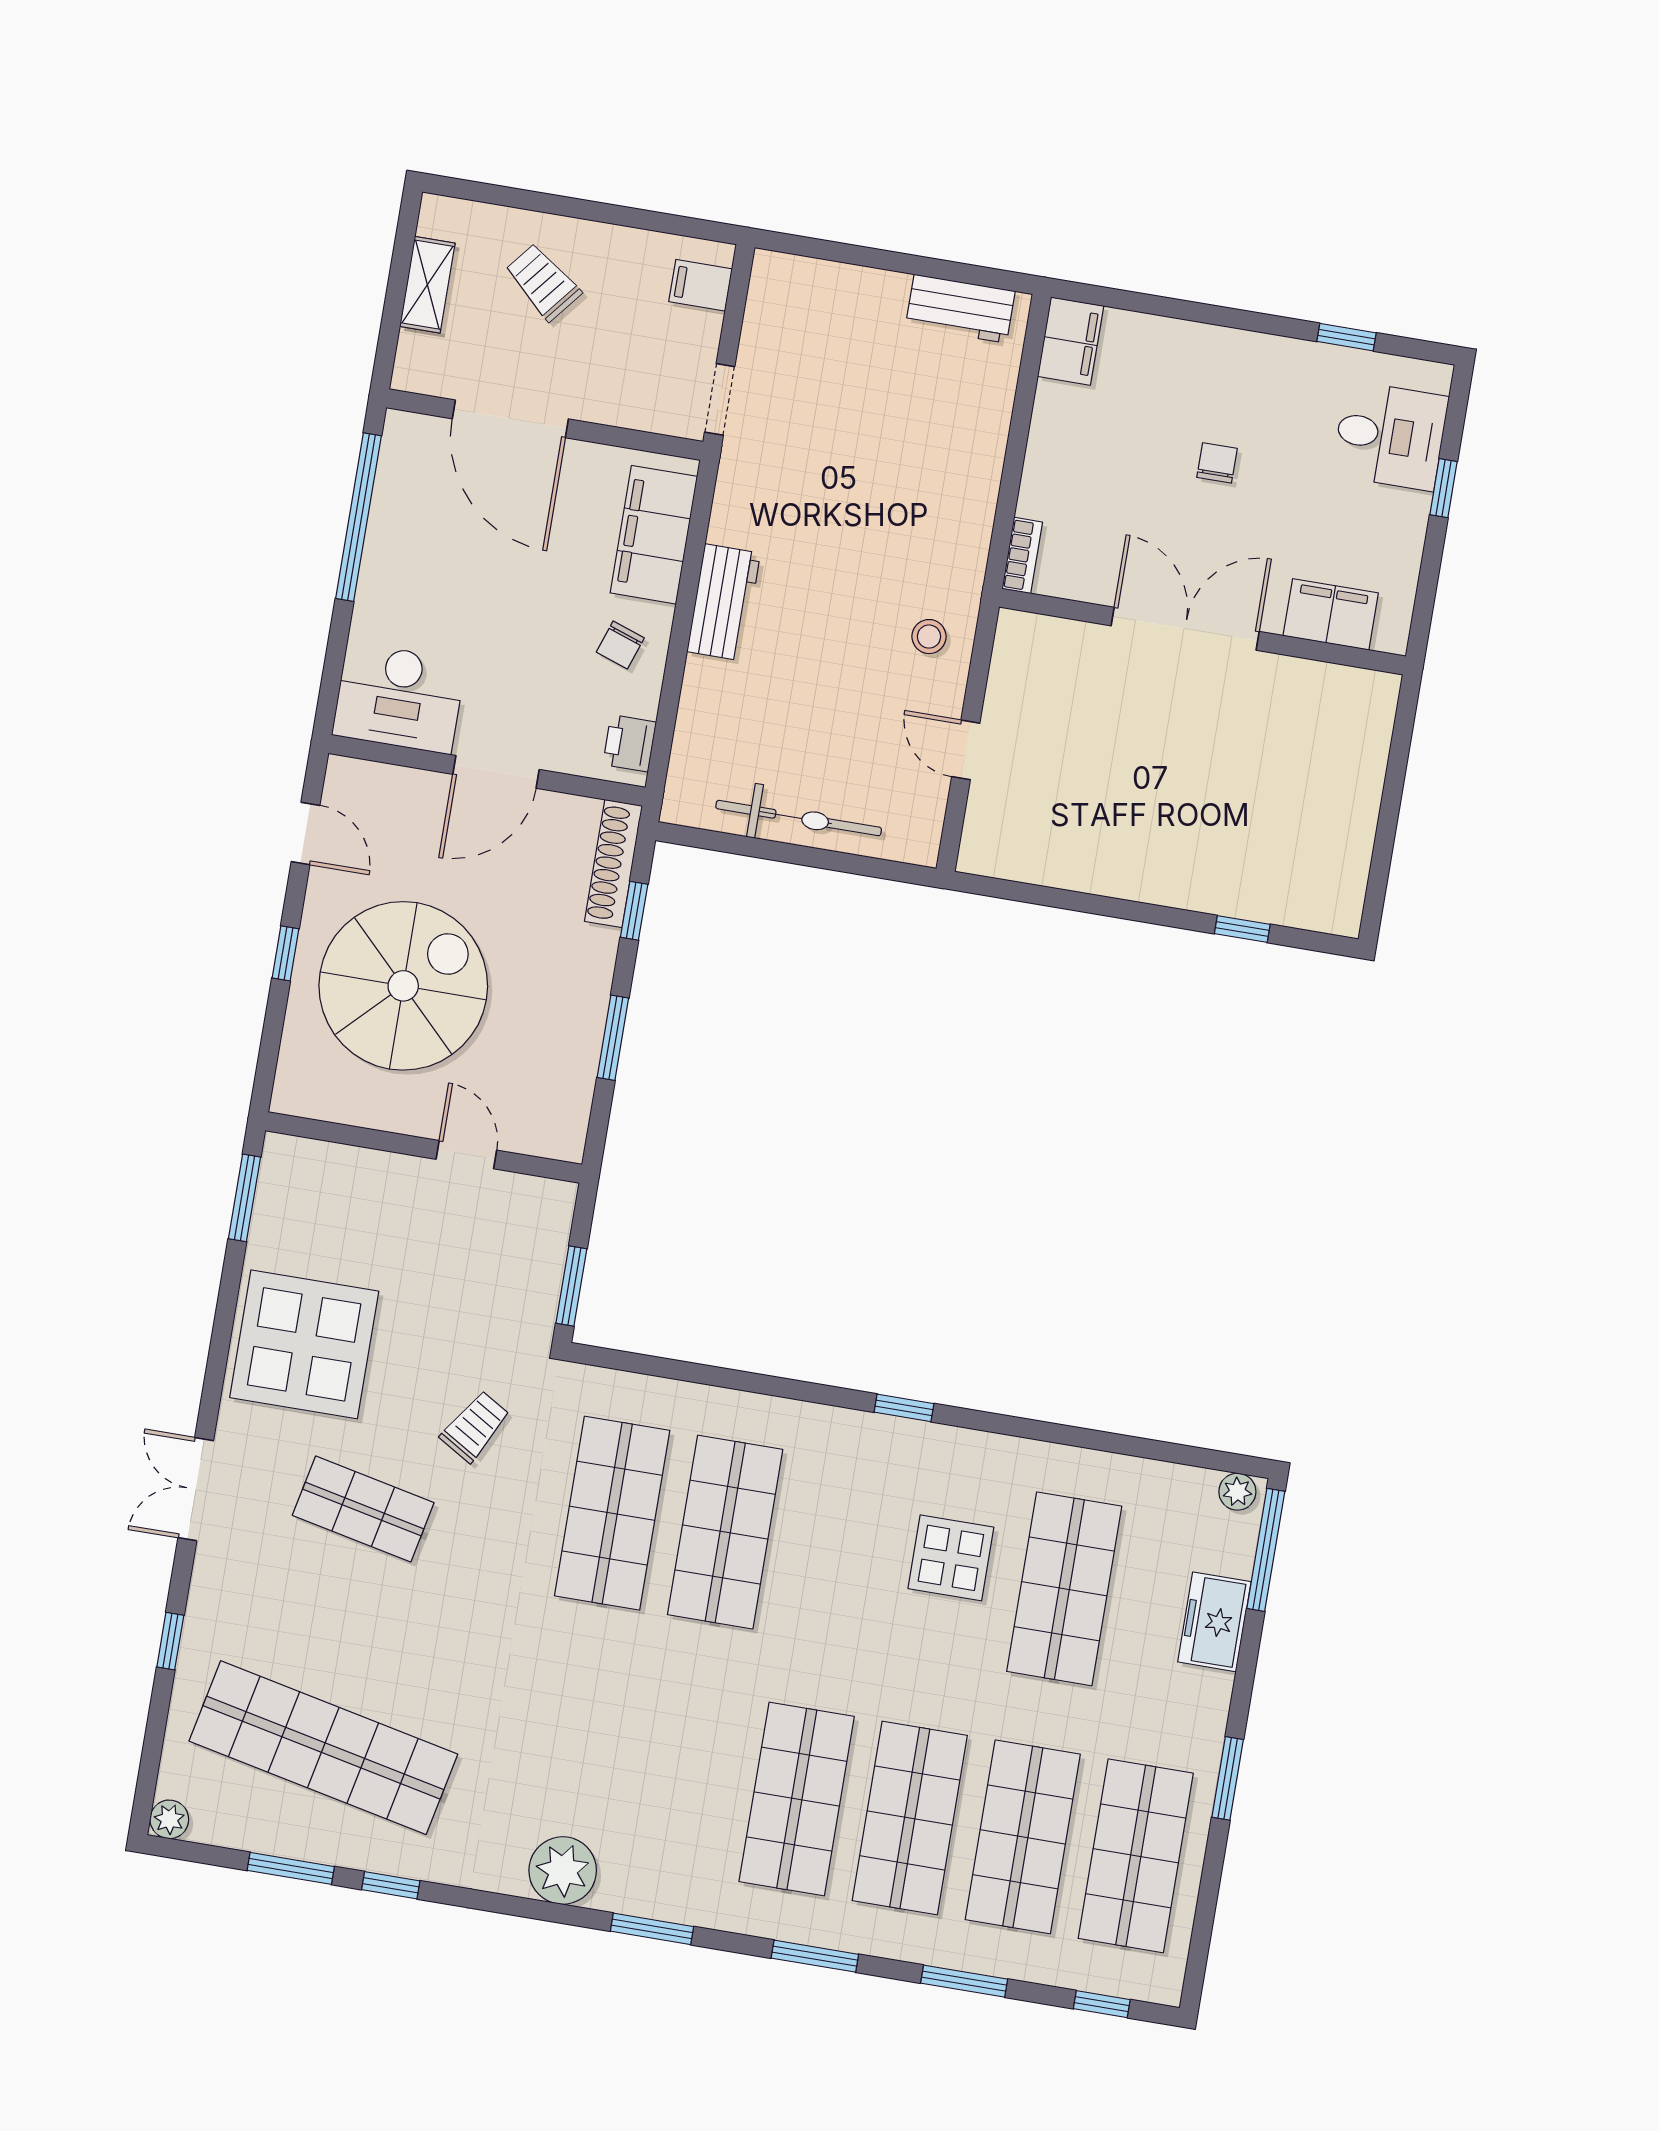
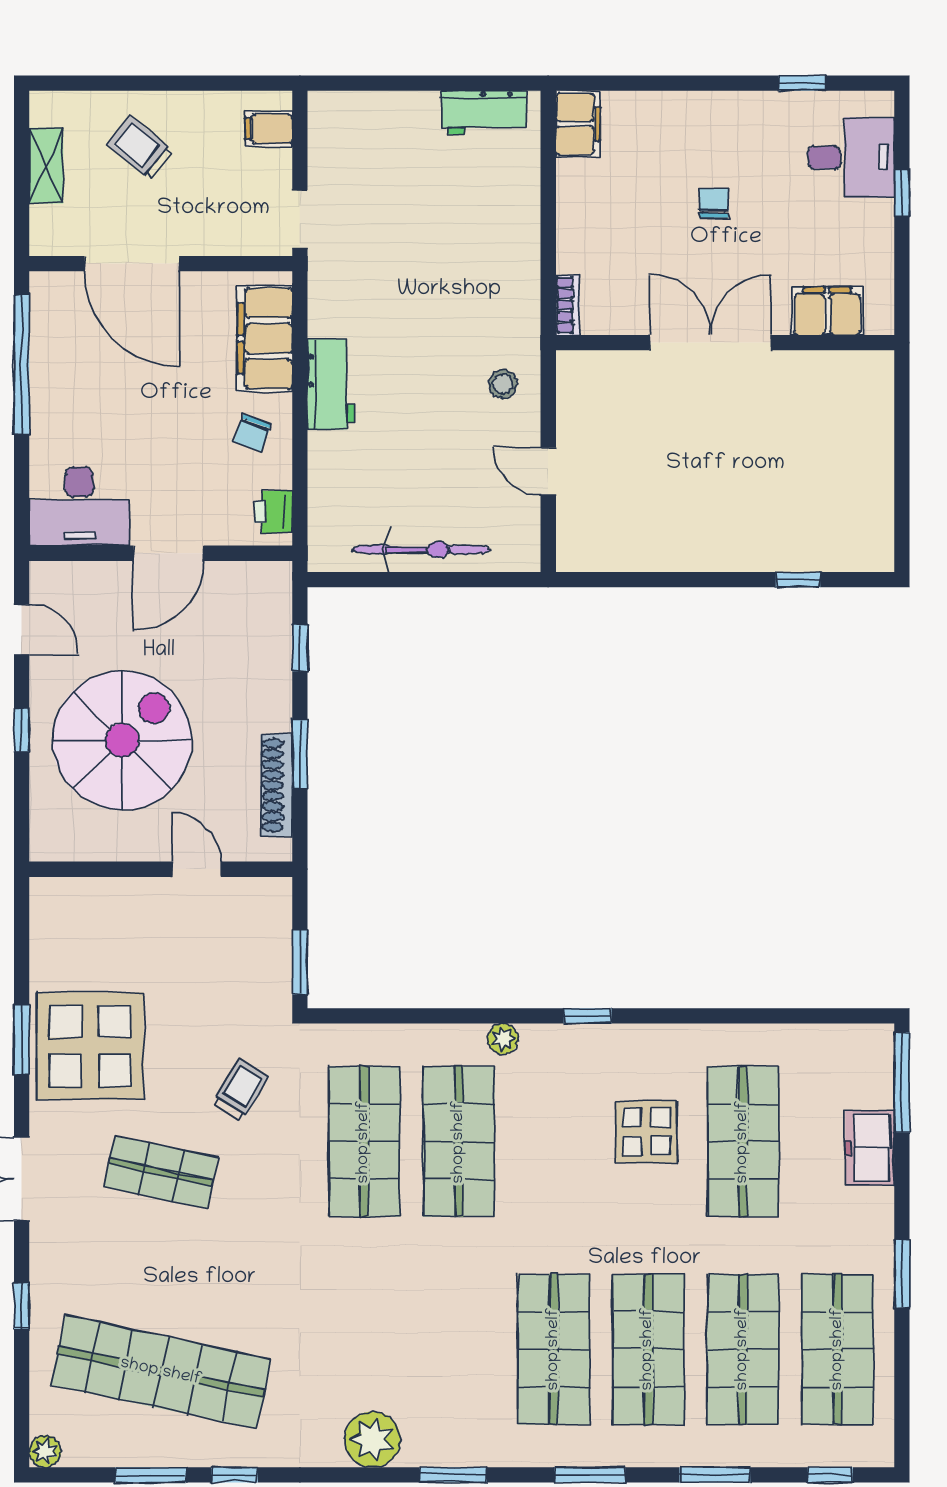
shoe rack: (613, 863) -> (277, 785), moved
window: (244, 1198) -> (22, 1039), moved
plant: (1237, 1492) -> (503, 1039), moved

